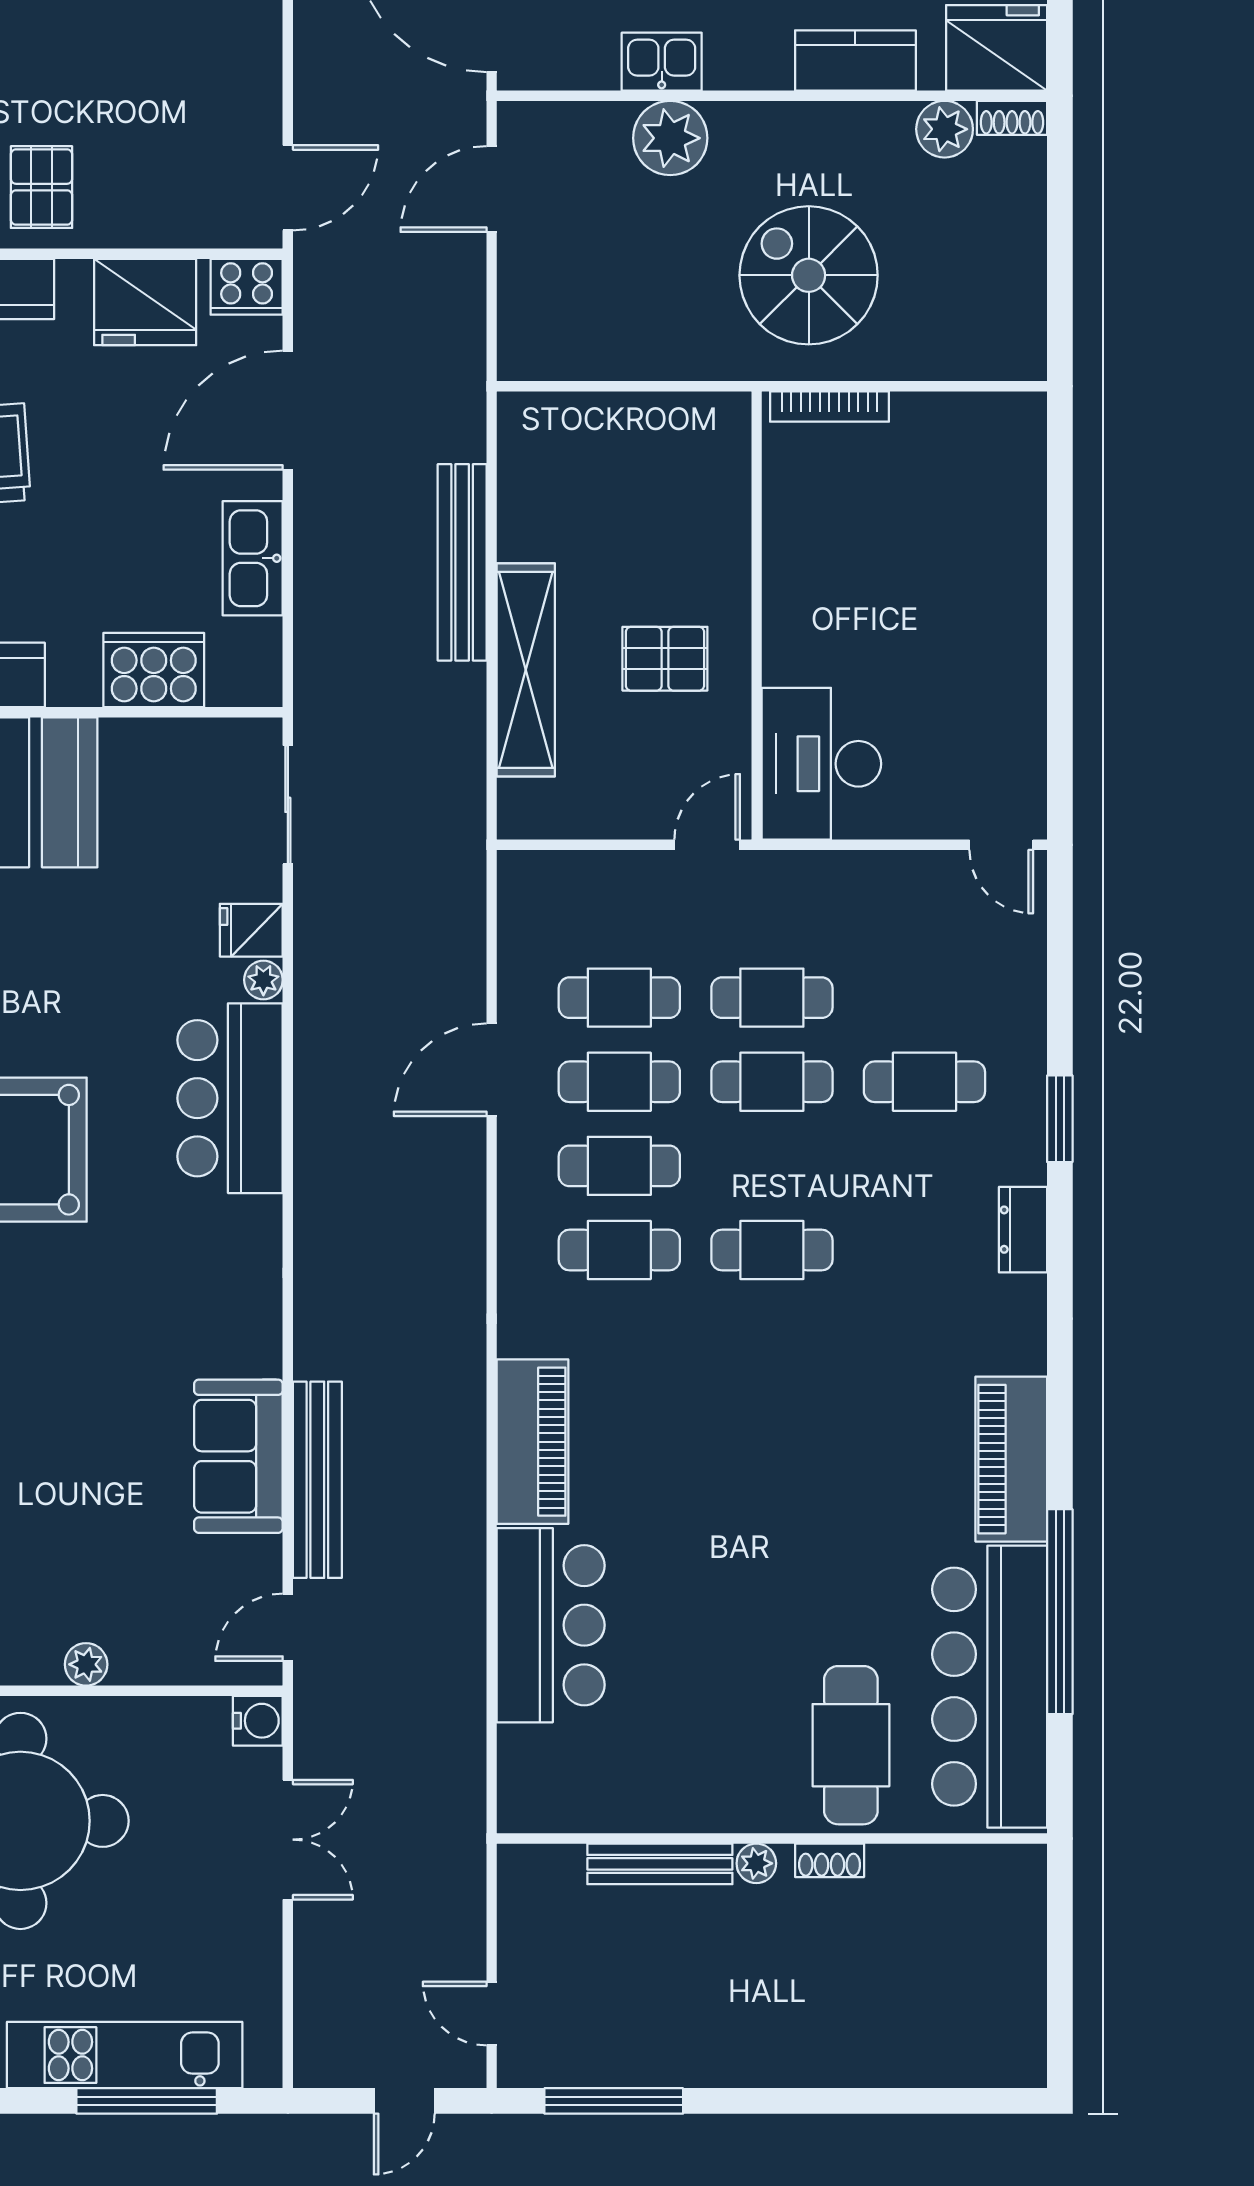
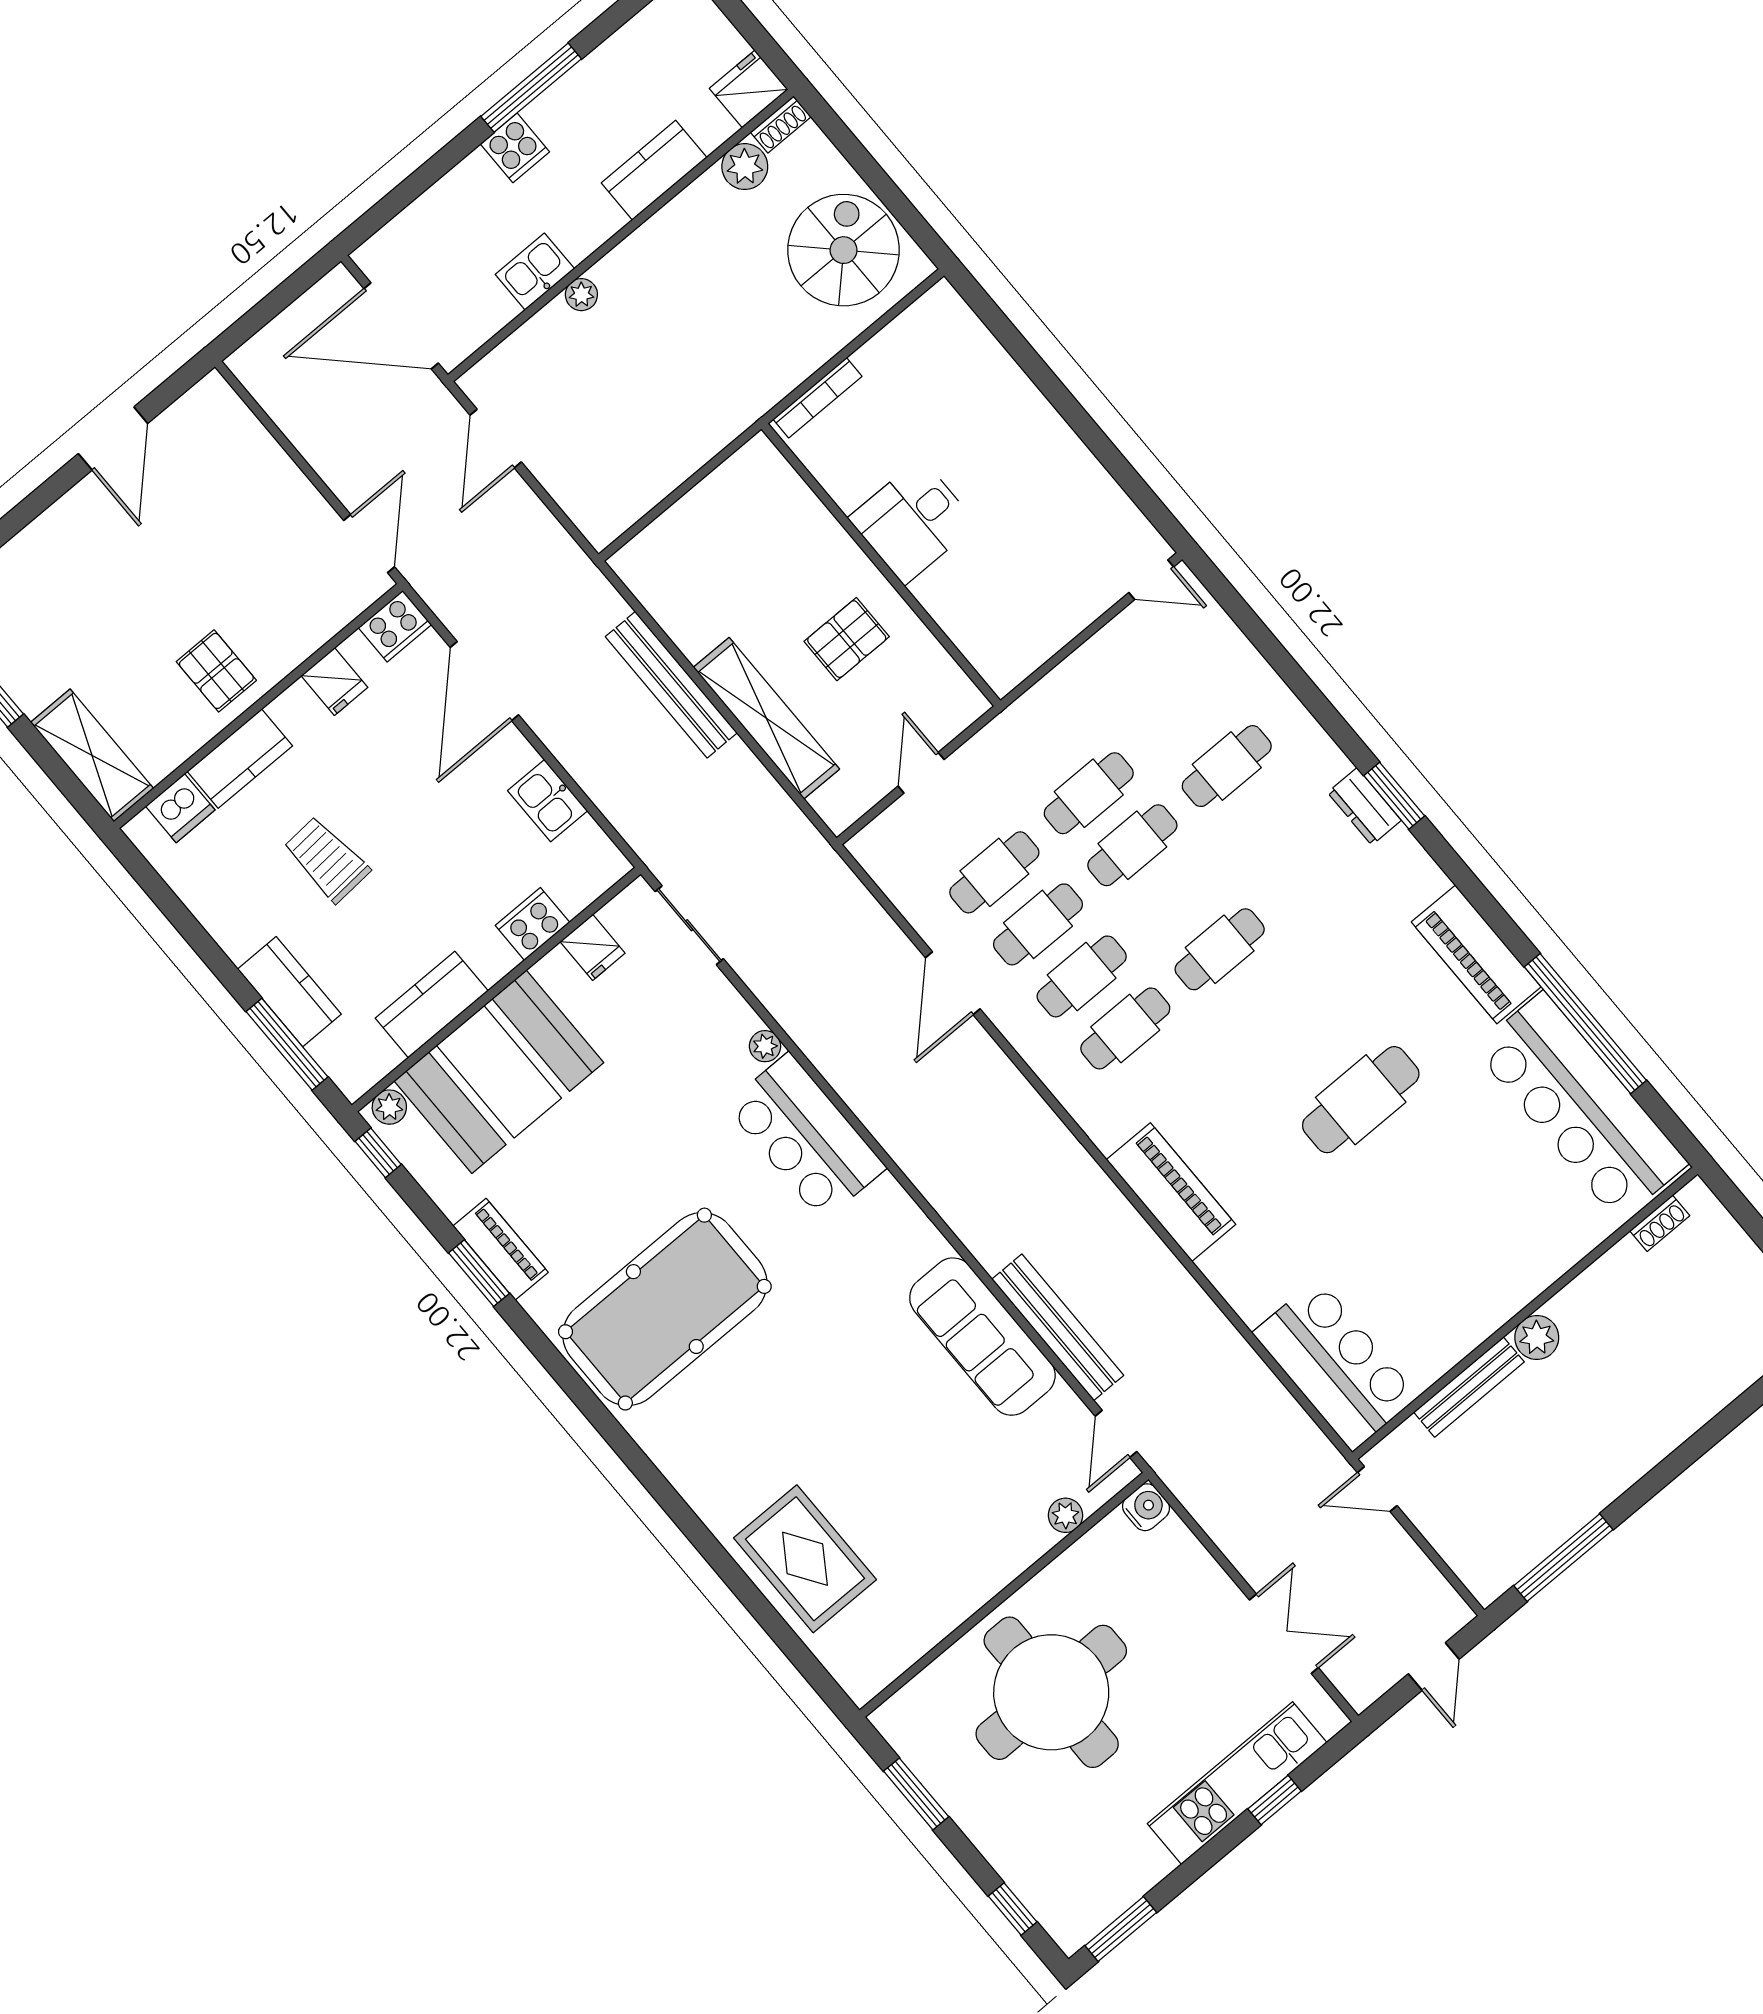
fridge: (997, 48) -> (749, 89), width x0.73, depth x0.75
plant: (670, 138) -> (581, 295), width x0.53, depth x0.53
spiral stairs: (809, 275) -> (844, 250), moved, turned 90
fridge: (145, 302) -> (334, 681), width x0.53, depth x0.75
kitchen sink: (253, 558) -> (548, 801), width x0.73
cooker: (154, 670) -> (532, 924), width x0.73, depth x0.76
desk: (821, 764) -> (913, 521), moved, width x0.73
door: (707, 845) -> (921, 773), moved
fridge: (251, 930) -> (593, 947), moved, turned -90
window: (1060, 1119) -> (1394, 796), moved
sofa: (238, 1456) -> (982, 1337), width x1.36
bar counter: (551, 1625) -> (1335, 1365), moved
plant: (86, 1664) -> (1065, 1515), moved
cafe table: (851, 1745) -> (1361, 1100), moved, turned 90
double door: (288, 1840) -> (1284, 1634), moved
shoe rack: (830, 1860) -> (1660, 1223), moved
plant: (756, 1863) -> (1537, 1337), width x1.38, depth x1.38
door: (492, 2014) -> (1377, 1489), moved
window: (147, 2101) -> (1275, 1800), width x0.46

